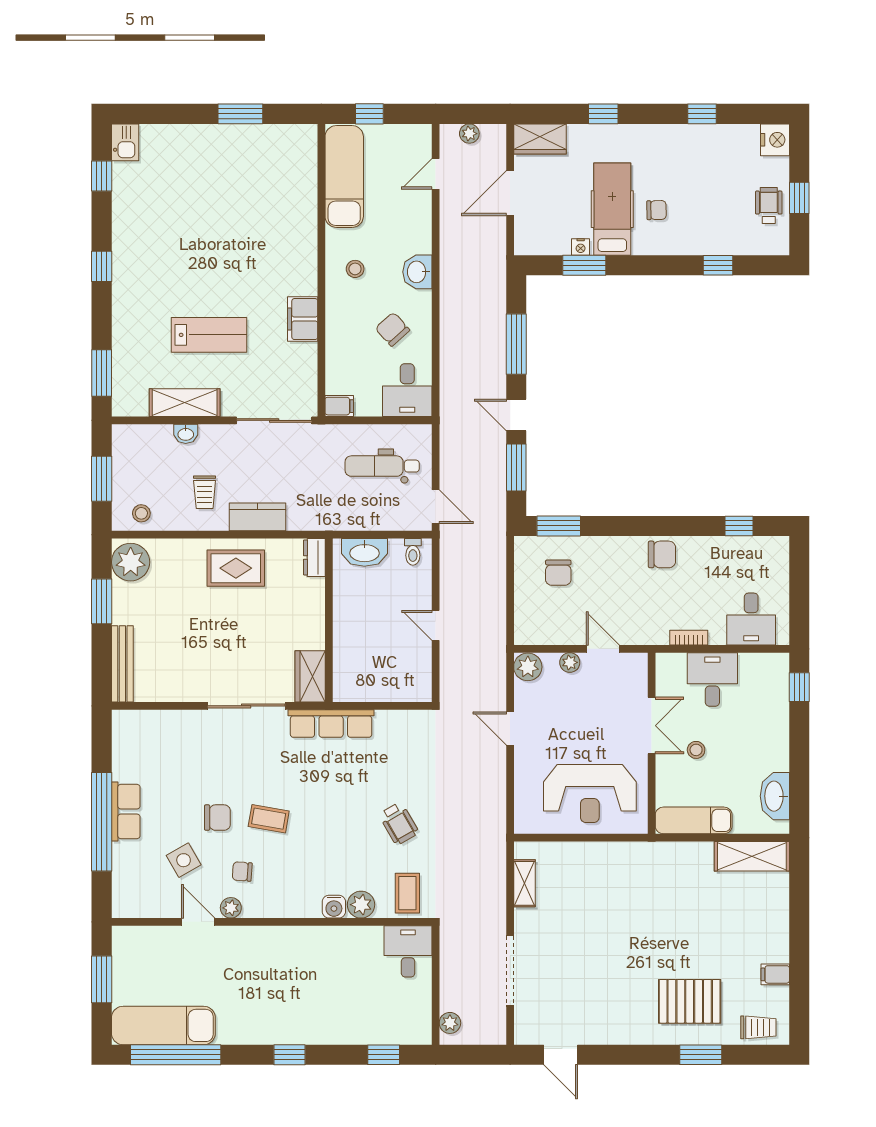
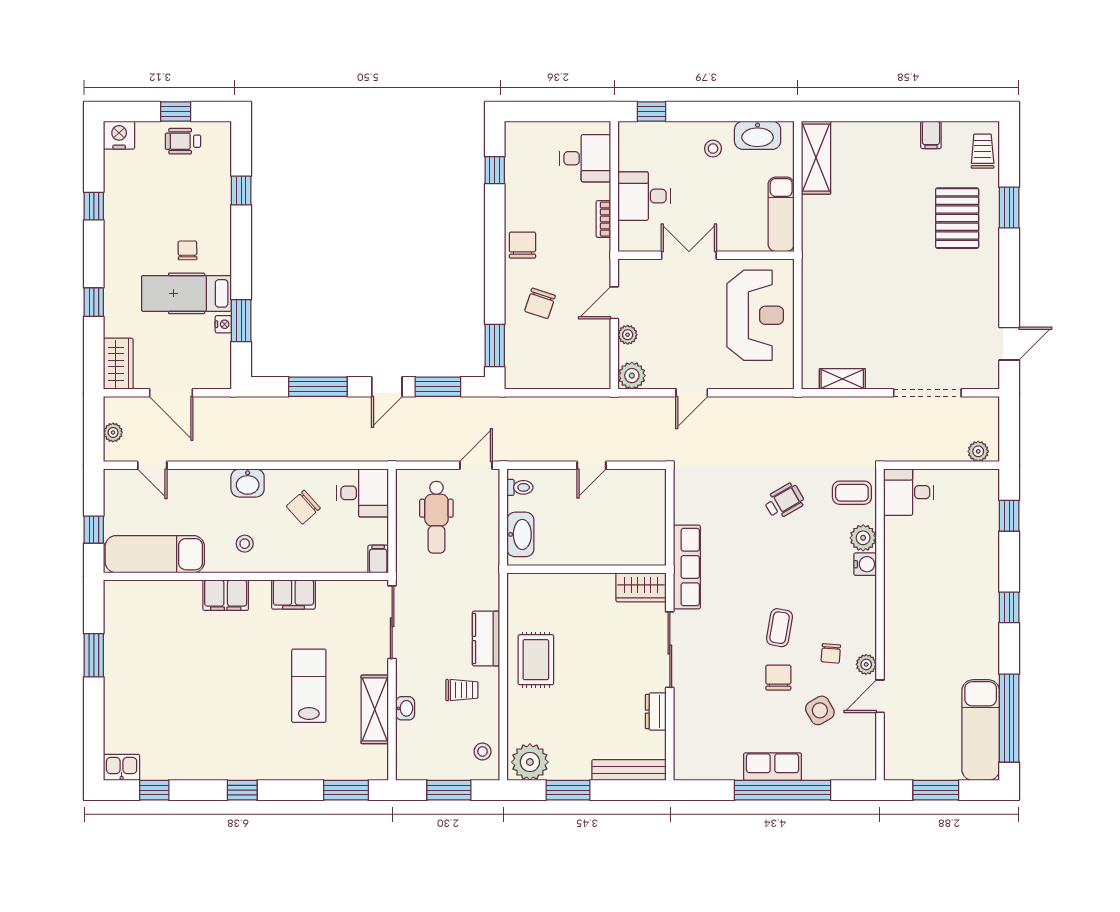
filing cabinet: (302, 249) -> (226, 595), added
dresser: (314, 557) -> (656, 712), moved, turned 90
chair: (558, 573) -> (540, 303), moved, turned 108
stool: (696, 750) -> (713, 149), moved

